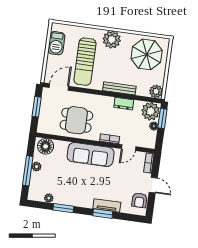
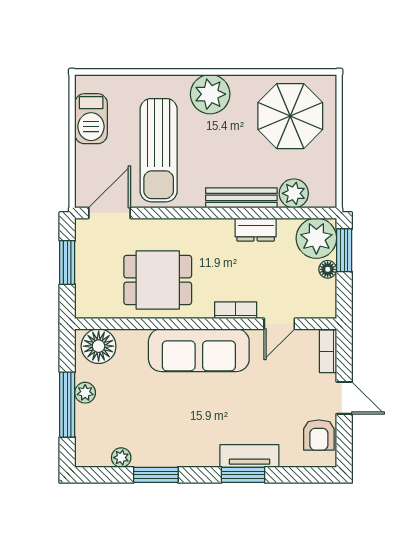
plant: (156, 91) -> (294, 193), moved

